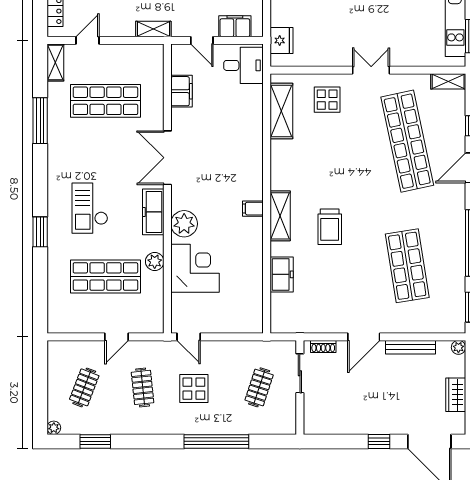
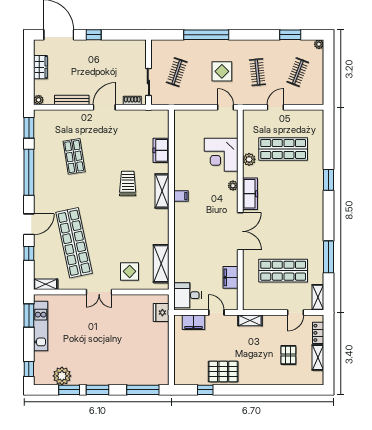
checkout: (90, 208) -> (294, 196), removed
plant: (184, 224) -> (233, 186), width x0.53, depth x0.53
shop shelf: (407, 266) -> (74, 156), width x0.70, depth x0.74

